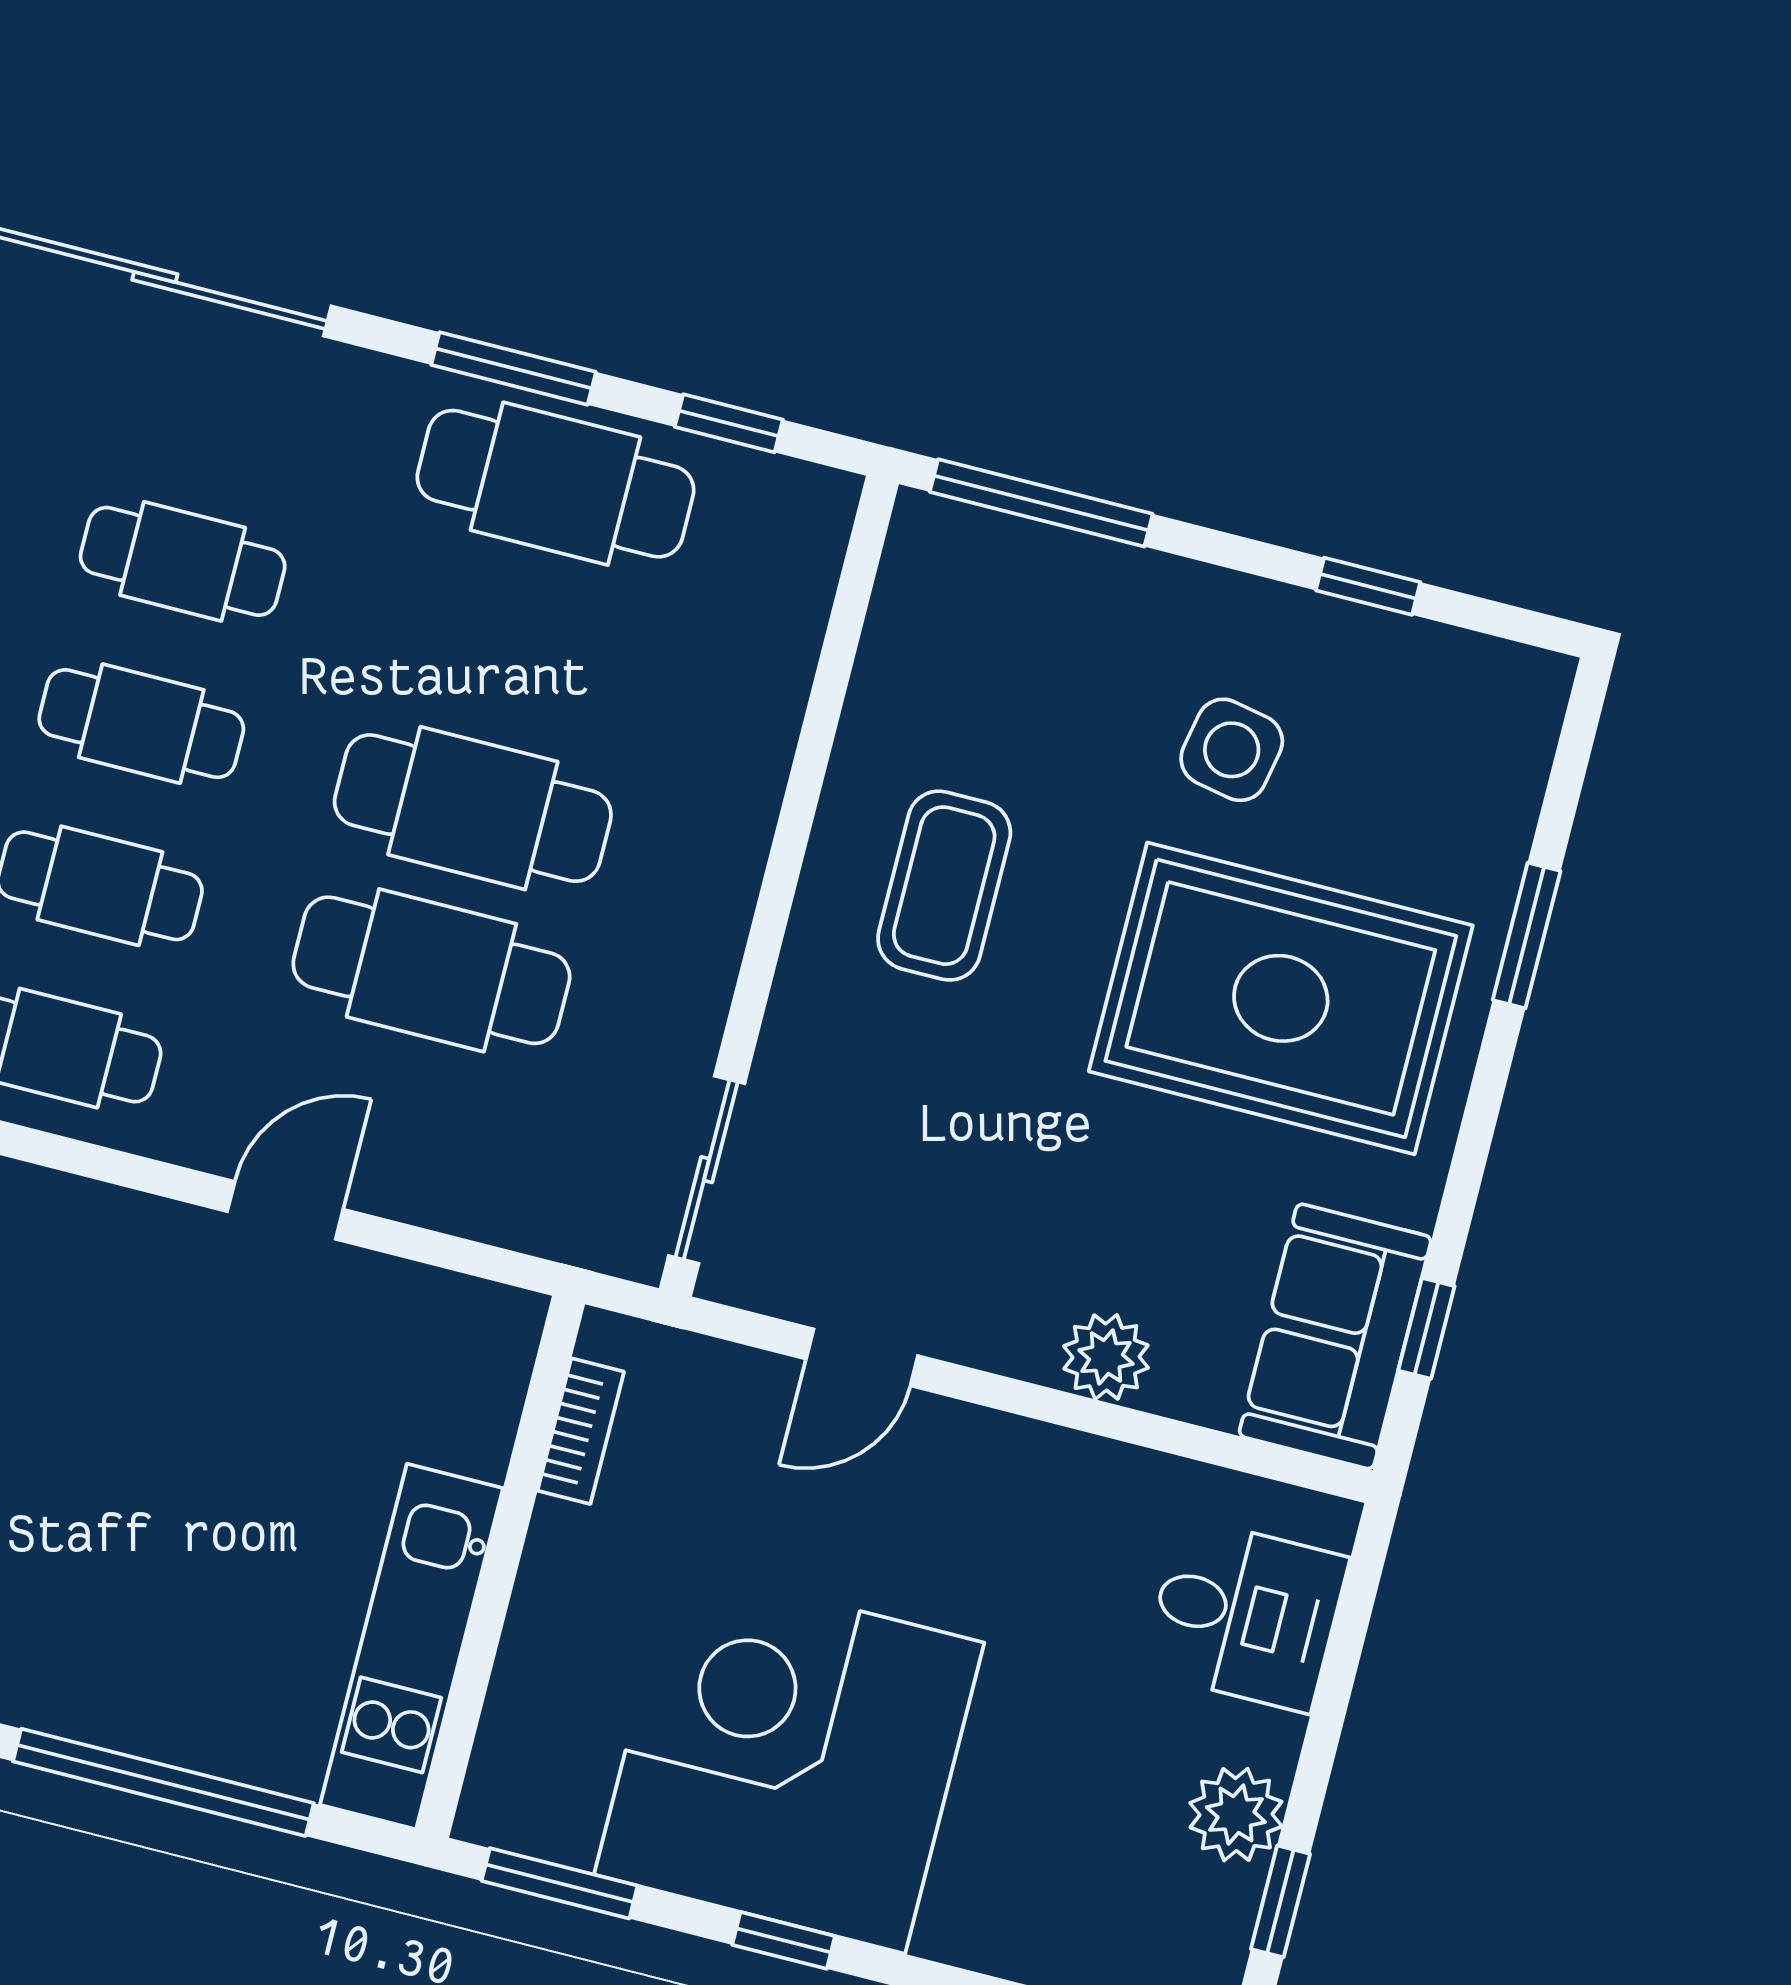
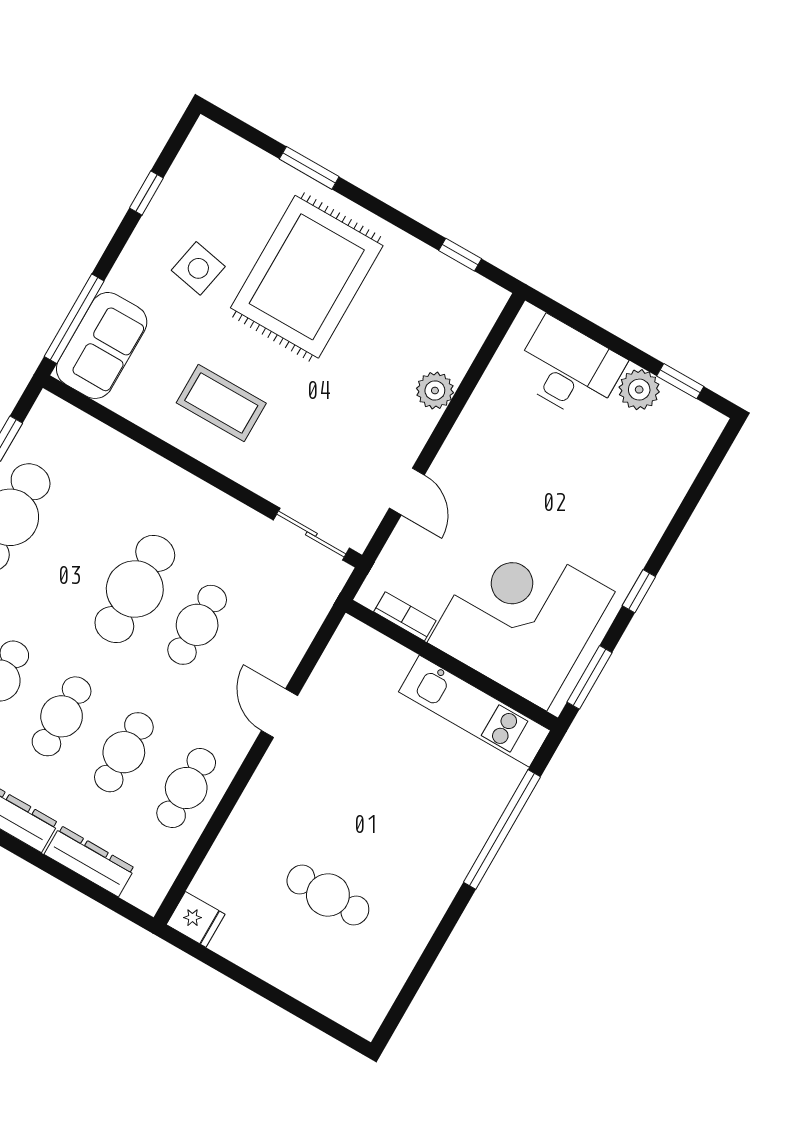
cafe table: (431, 970) -> (197, 625), width x0.73, depth x0.74
sofa: (1335, 1336) -> (102, 345), moved, turned -90
desk: (1246, 1615) -> (569, 369), width x1.37
corner desk: (789, 1759) -> (521, 617), moved, turned 90

